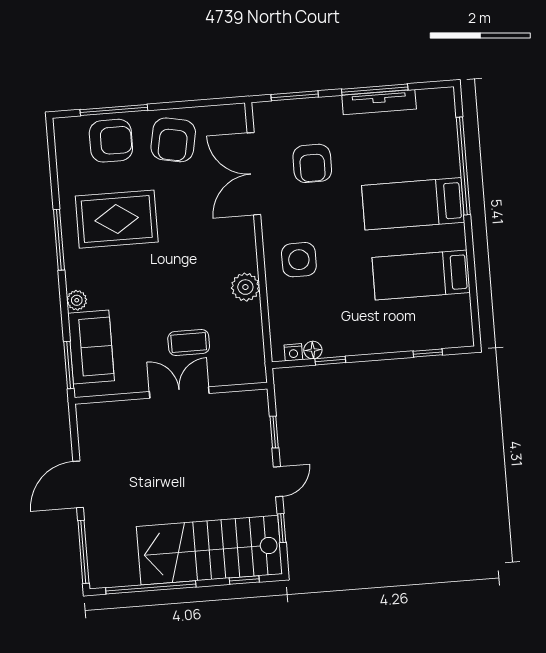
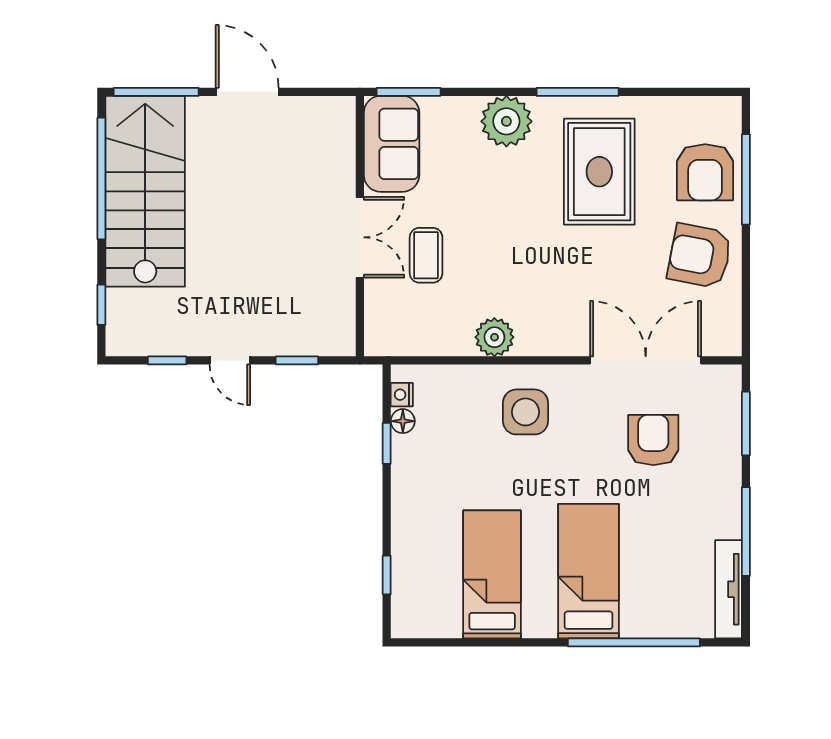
tv unit: (379, 102) -> (729, 589), moved
armchair: (312, 163) -> (653, 440), turned 90
plant: (77, 300) -> (506, 121), width x1.88, depth x1.88
sofa: (91, 347) -> (392, 144), moved, turned -90
stairs: (209, 550) -> (145, 191), moved

